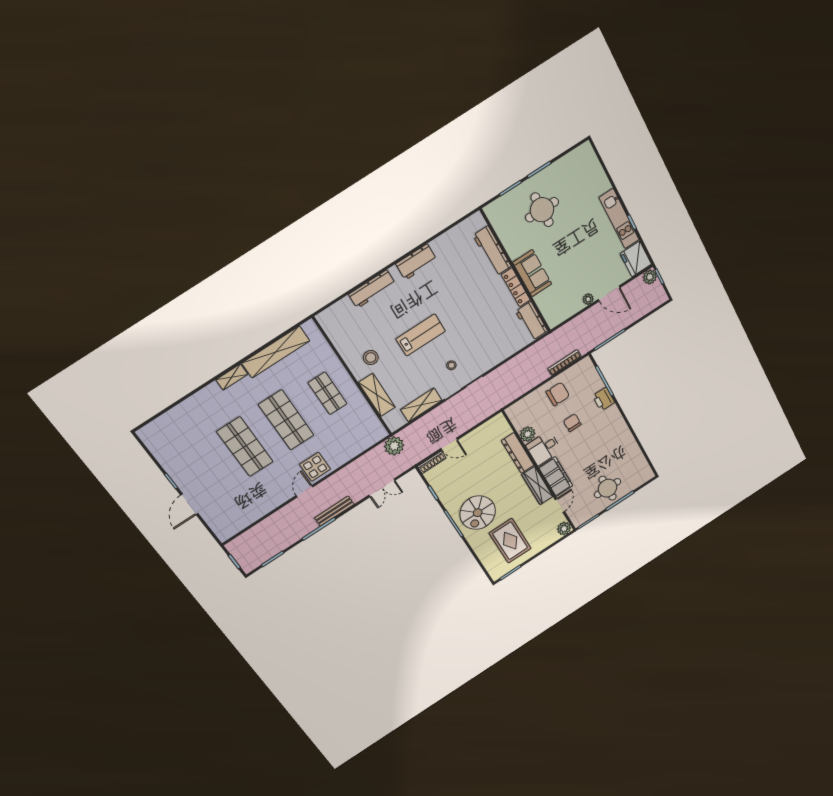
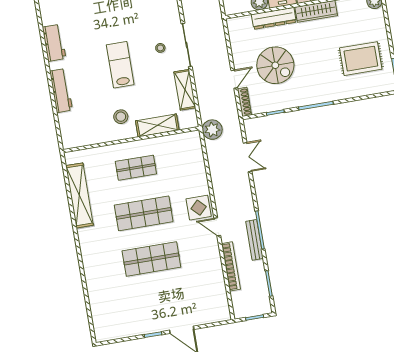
shelving: (232, 377) -> (85, 242), removed
bench: (334, 511) -> (254, 240), moved
spiral stairs: (478, 513) -> (275, 65), moved
bookcase: (273, 520) -> (231, 266), added

